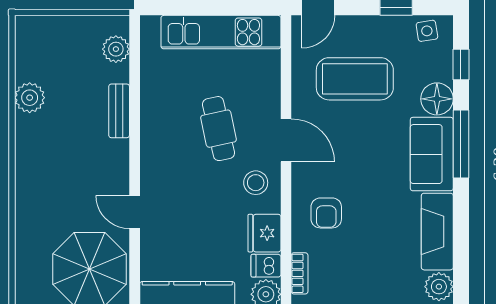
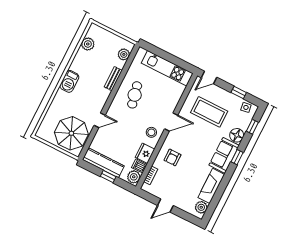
plant: (30, 98) -> (88, 44), moved
cafe table: (219, 129) -> (135, 95), moved
door: (286, 140) -> (171, 122), hinge flipped
window: (461, 144) -> (237, 157), width x0.46
barbecue: (30, 163) -> (69, 81), added
door: (135, 212) -> (100, 120), swing flipped

